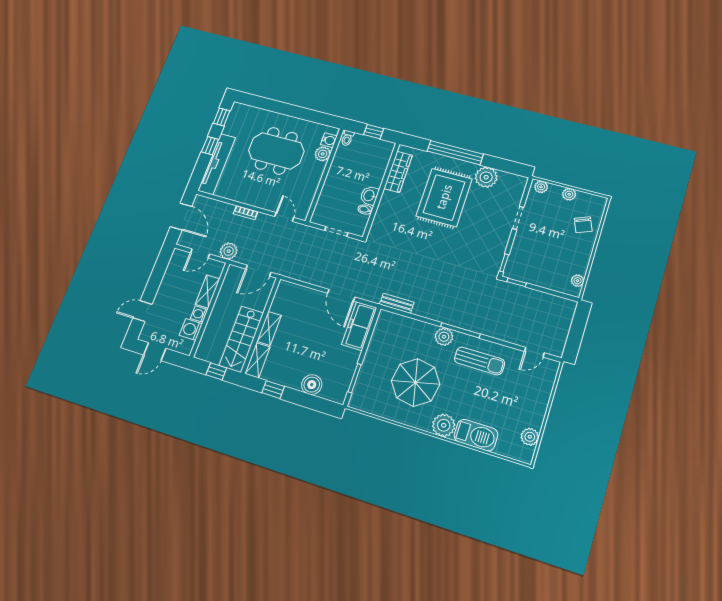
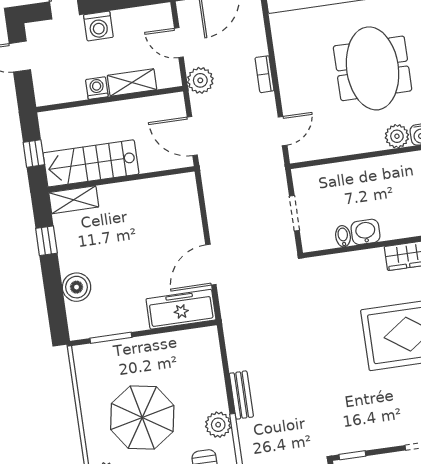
bench: (397, 303) -> (241, 395), moved
shelving: (269, 328) -> (122, 193), removed
washing machine: (191, 329) -> (98, 26), moved, turned 180

